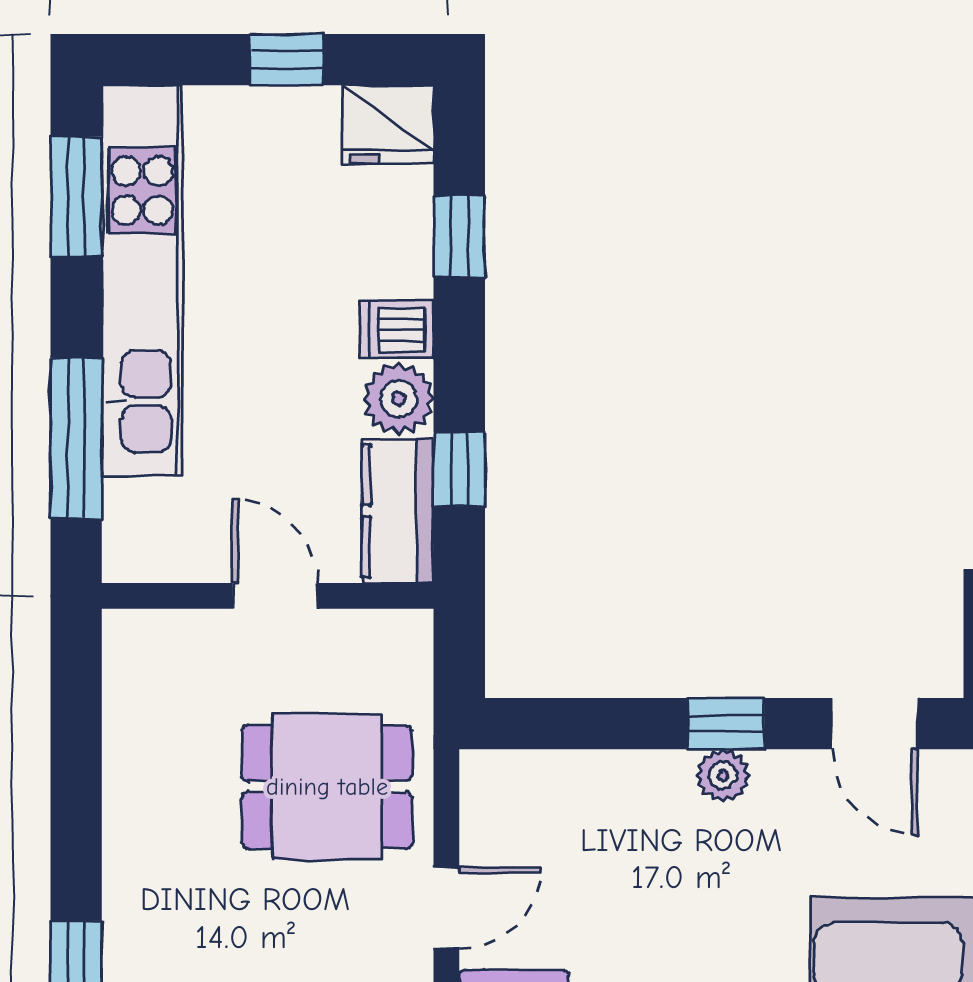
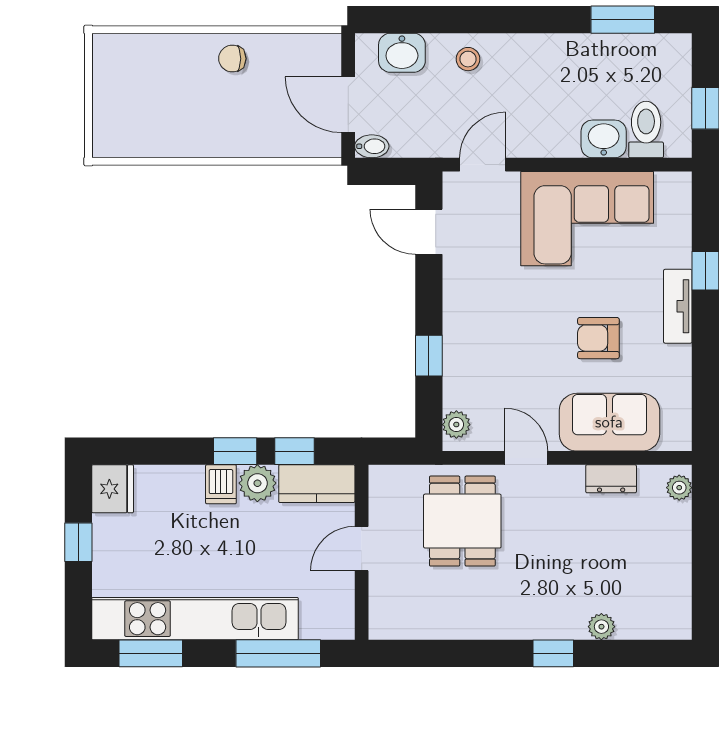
window: (459, 236) -> (235, 451), moved
window: (726, 724) -> (429, 356), moved
door: (875, 724) -> (429, 232), swing flipped
plant: (723, 775) -> (456, 425), moved

